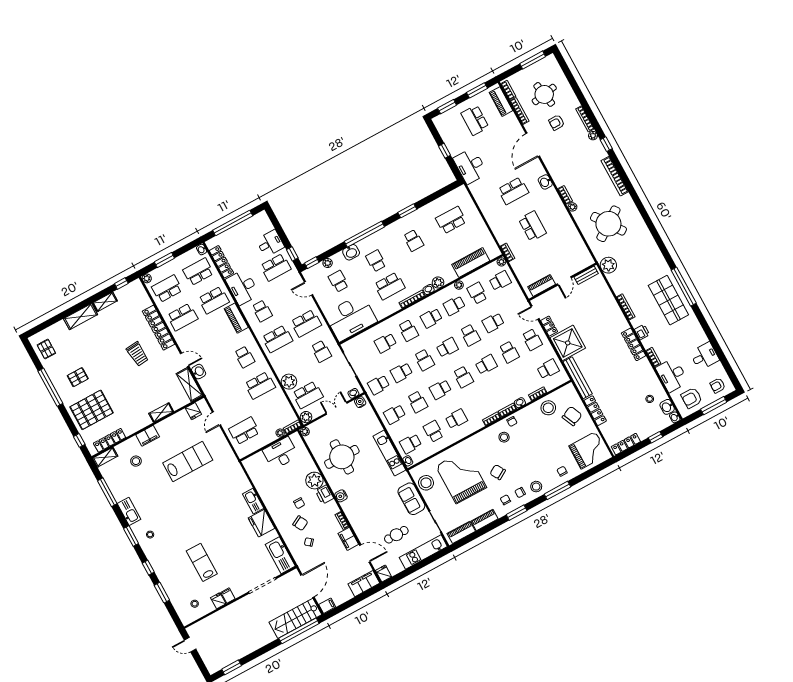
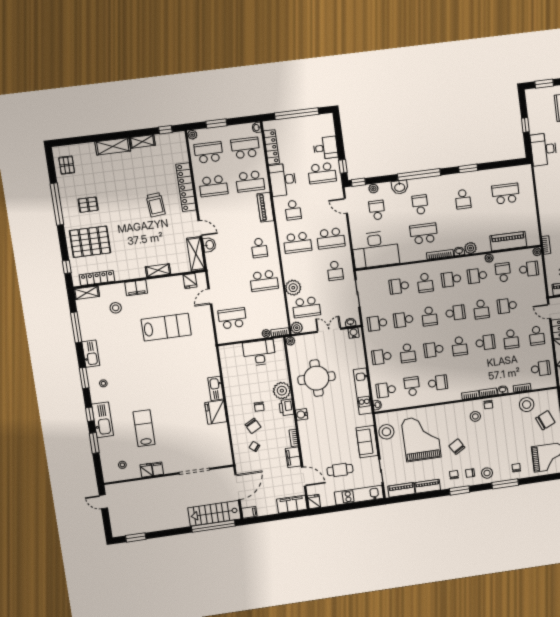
school desk: (390, 286) -> (424, 234), turned 180
kitchen sink: (280, 555) -> (103, 420), moved, turned 180

